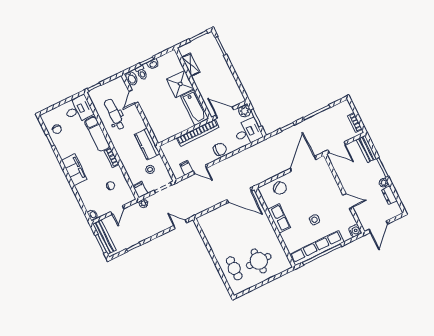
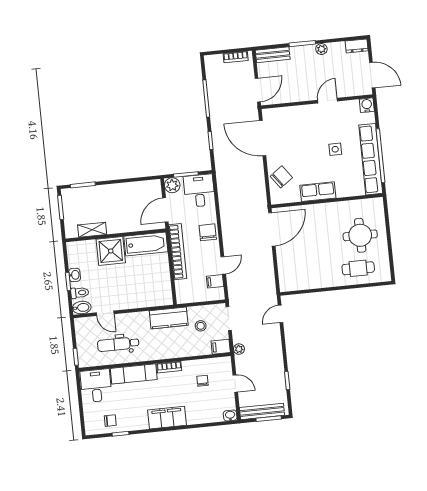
dresser: (389, 195) -> (357, 46), moved

